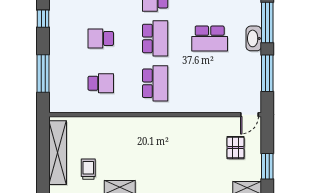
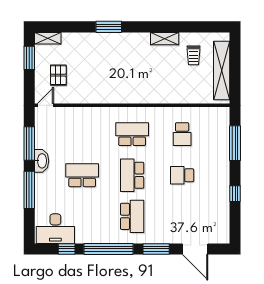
school desk: (101, 38) -> (182, 175), turned 180
washbasin: (254, 38) -> (42, 161), moved
school desk: (101, 83) -> (182, 134), turned -90
school desk: (155, 83) -> (132, 134), turned 90

